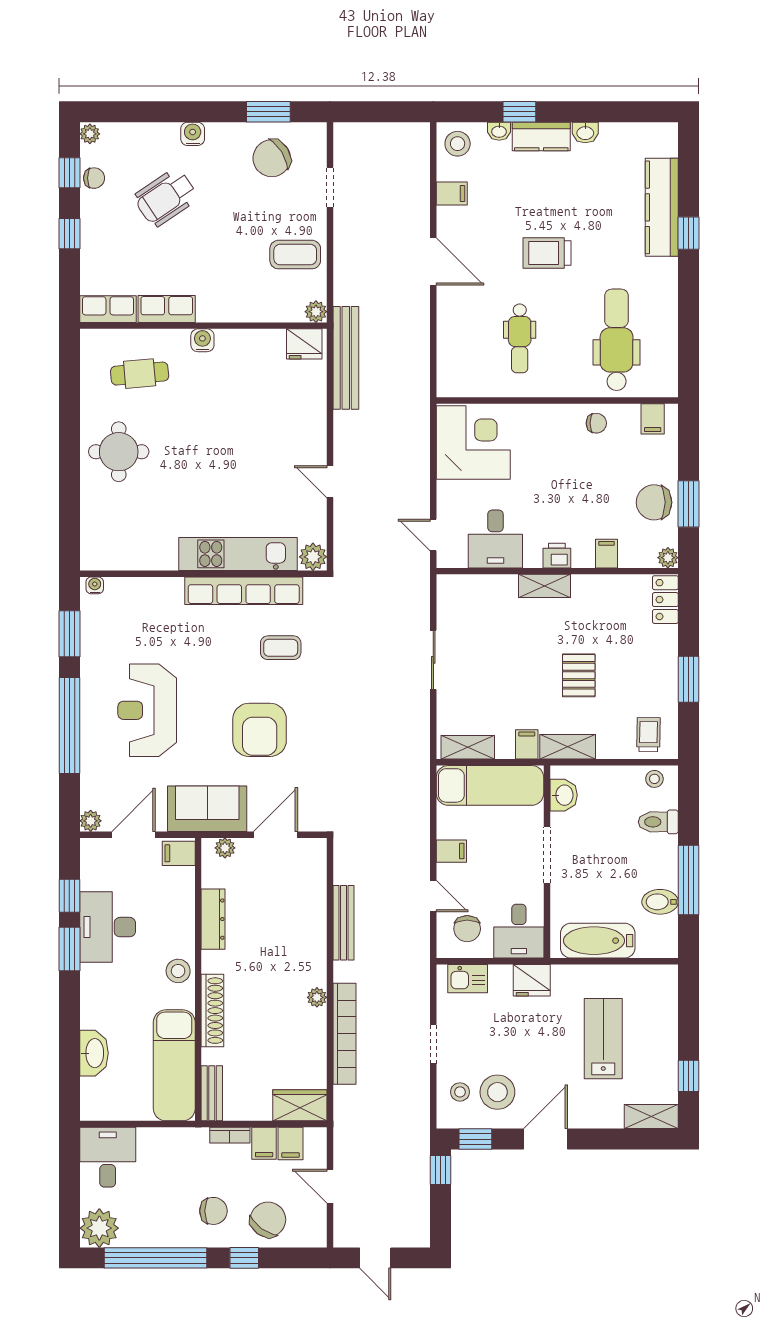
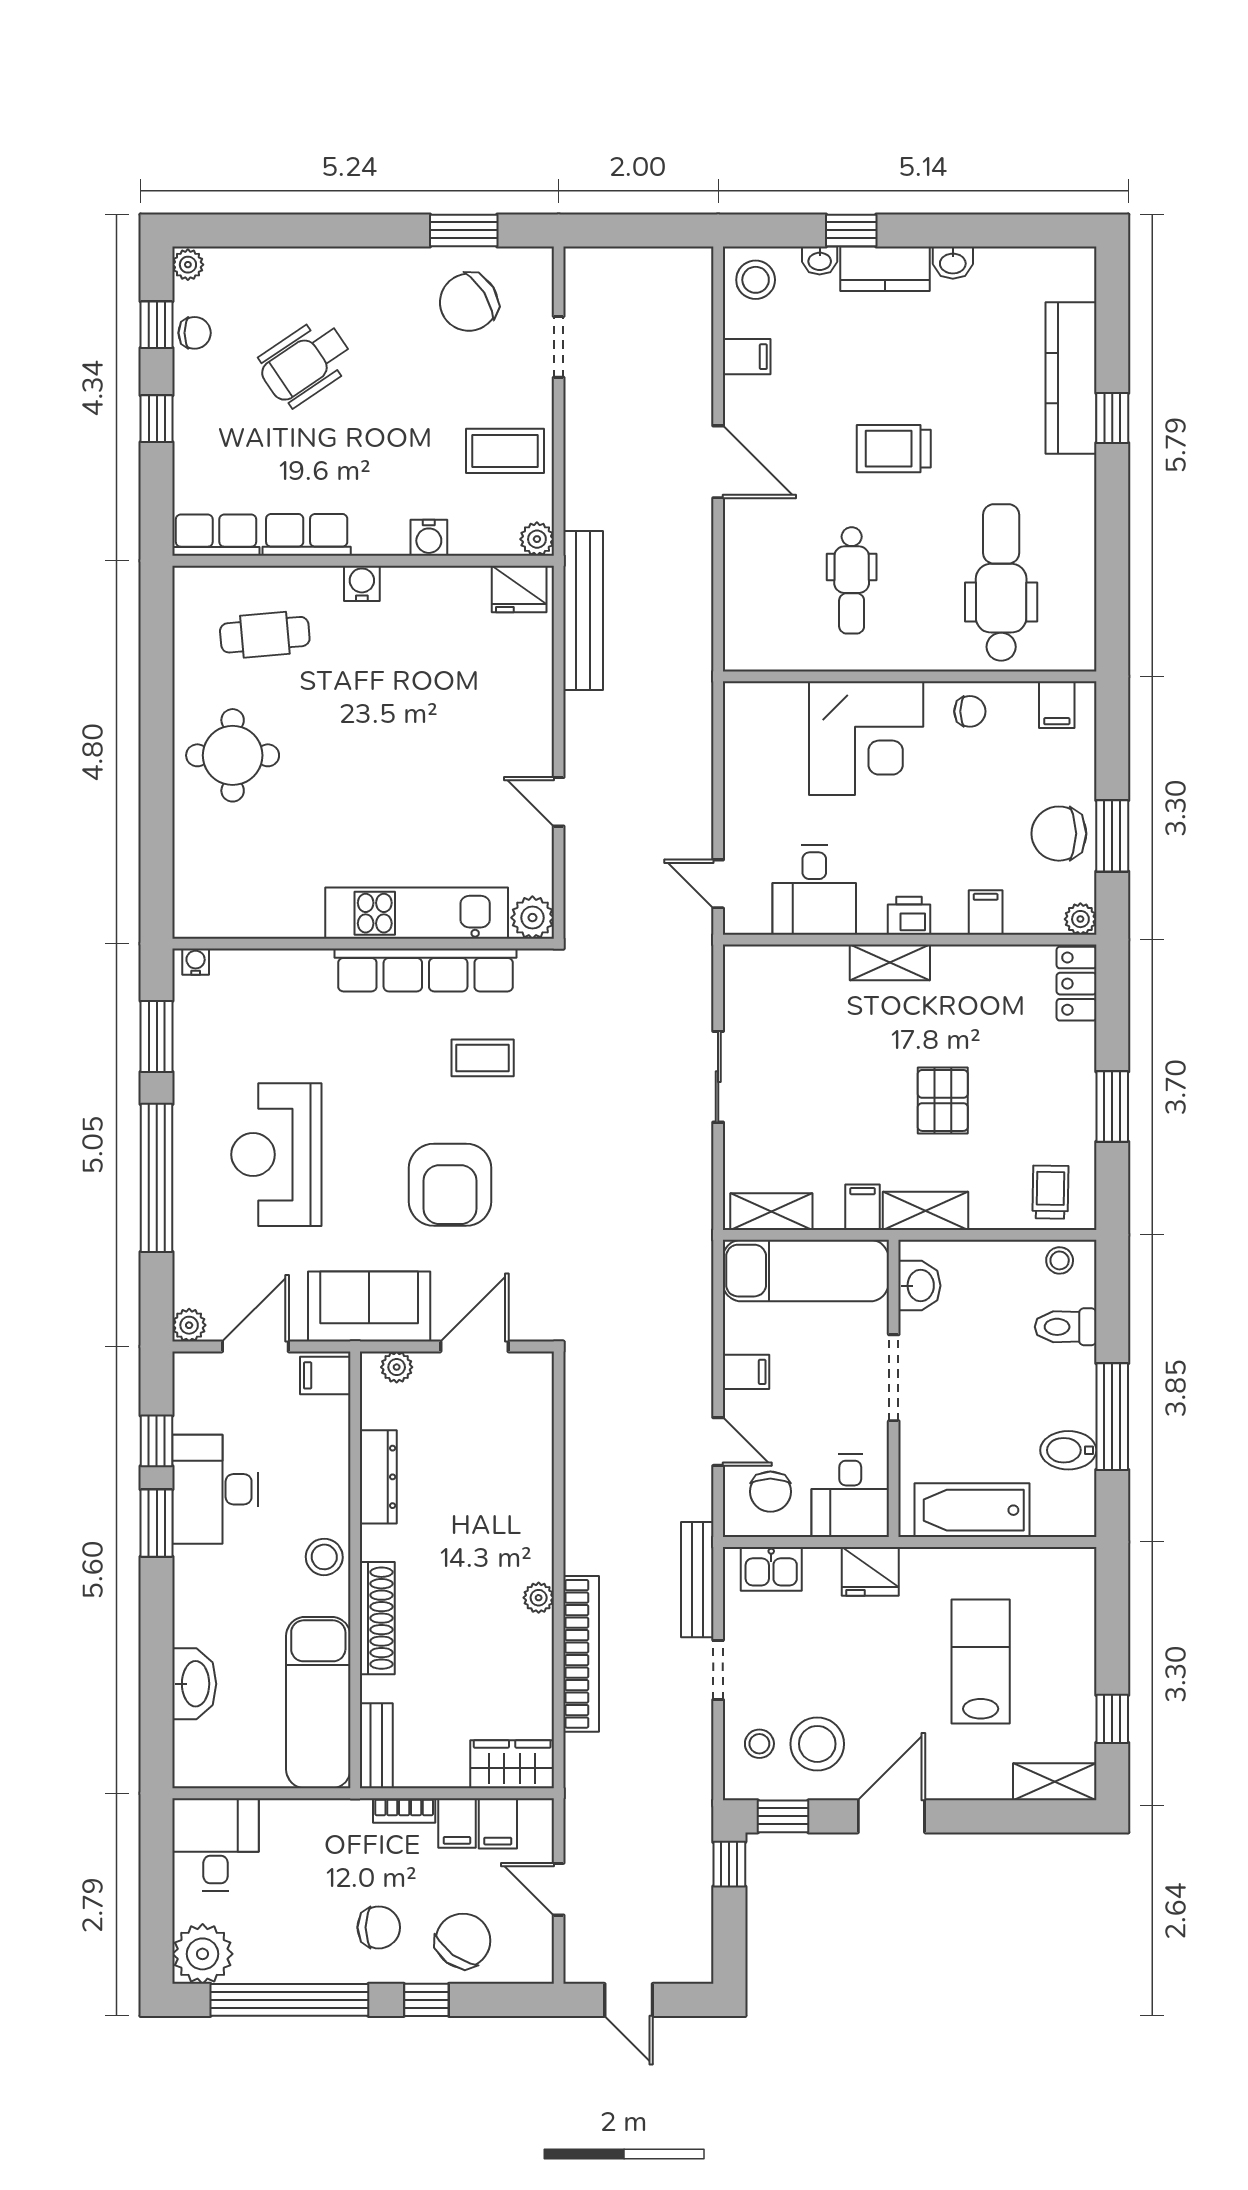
water cooler: (193, 134) -> (429, 538), moved, turned 180
corner desk: (473, 443) -> (866, 738), moved, turned 90
bench: (343, 923) -> (697, 1580), moved

